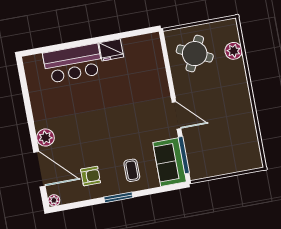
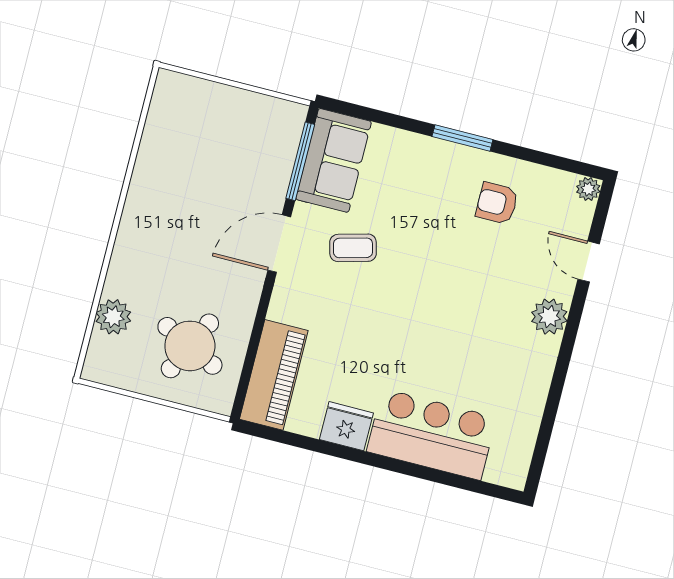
piano: (153, 58) -> (274, 375), added
door: (176, 115) -> (279, 244), hinge flipped
door: (39, 169) -> (589, 262), width x0.53
coffee table: (132, 170) -> (353, 248), moved, turned 75

